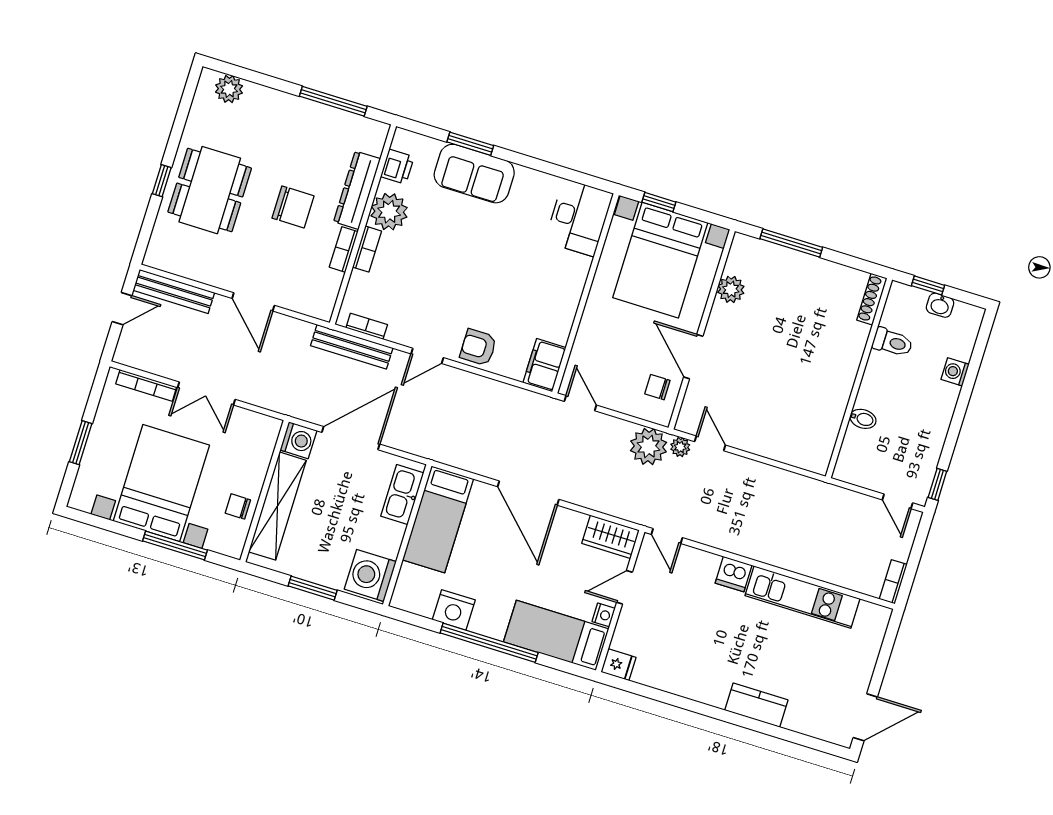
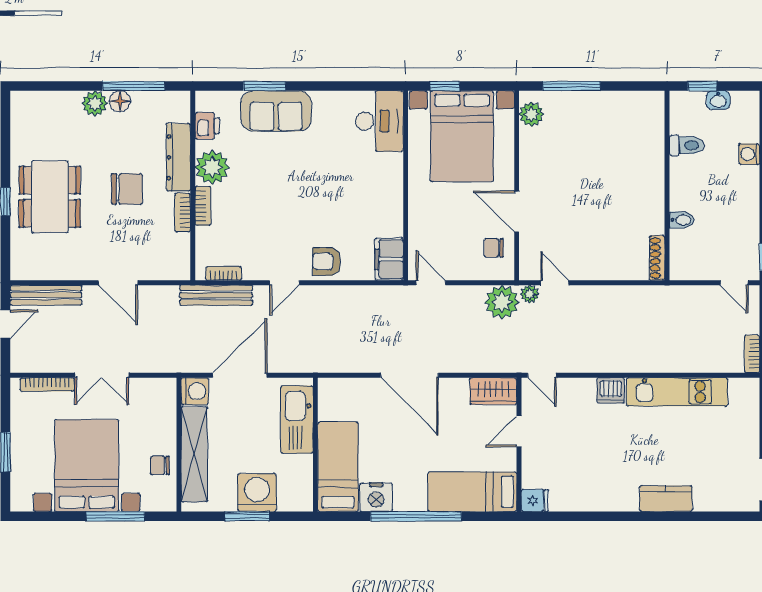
plant: (229, 89) -> (95, 103), moved
floor lamp: (314, 113) -> (120, 101), added
plant: (731, 289) -> (531, 114), moved
shoe rack: (872, 299) -> (657, 258), moved
kitchen sink: (402, 495) -> (297, 420), width x1.36, depth x1.24
bed: (438, 519) -> (338, 467), moved, turned 180
washing machine: (370, 575) -> (257, 493), moved, turned 90
nightstand: (604, 615) -> (508, 461), removed

